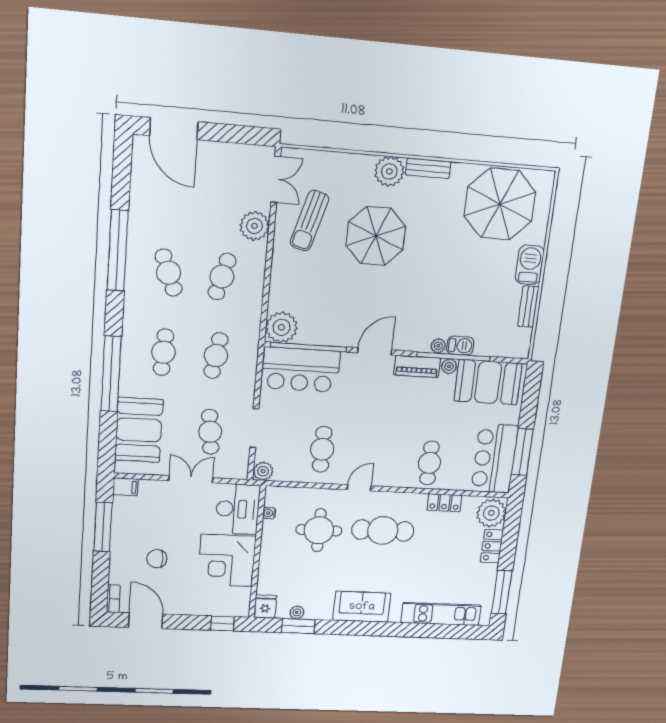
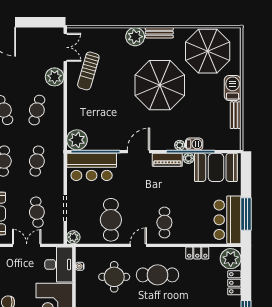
parasol: (376, 236) -> (160, 85), moved, width x1.36, depth x1.36
cafe table: (322, 449) -> (111, 220), width x1.37, depth x1.35
cafe table: (429, 463) -> (164, 223), moved

